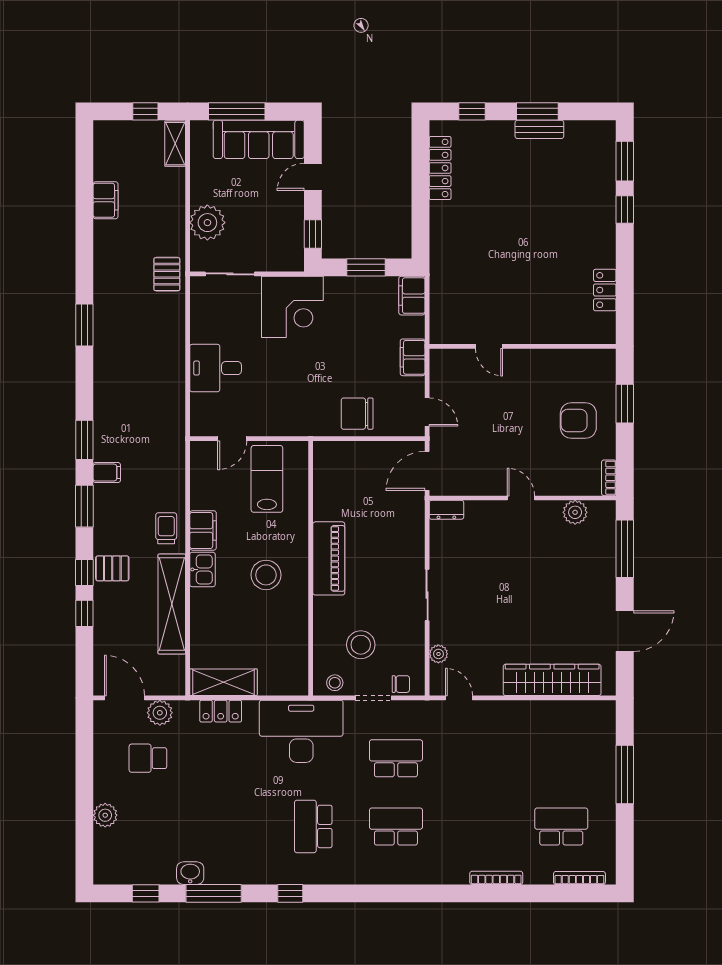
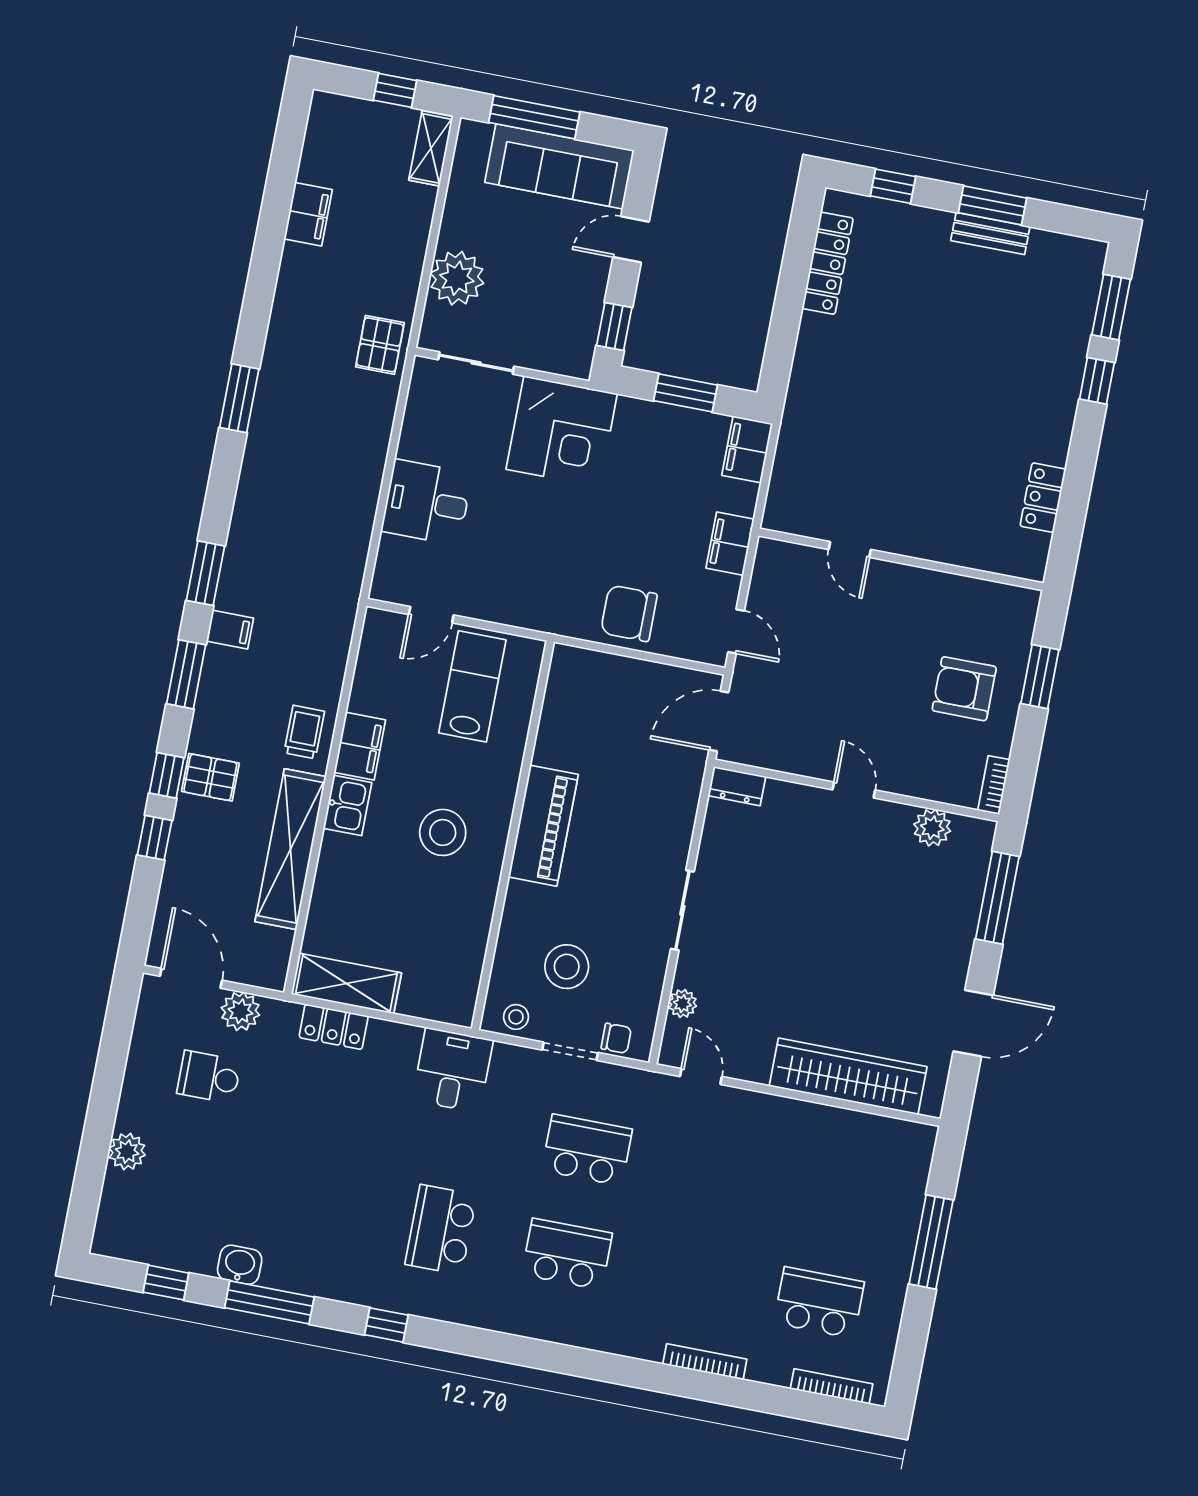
desk: (301, 731) -> (453, 1070), width x0.53, depth x0.77

